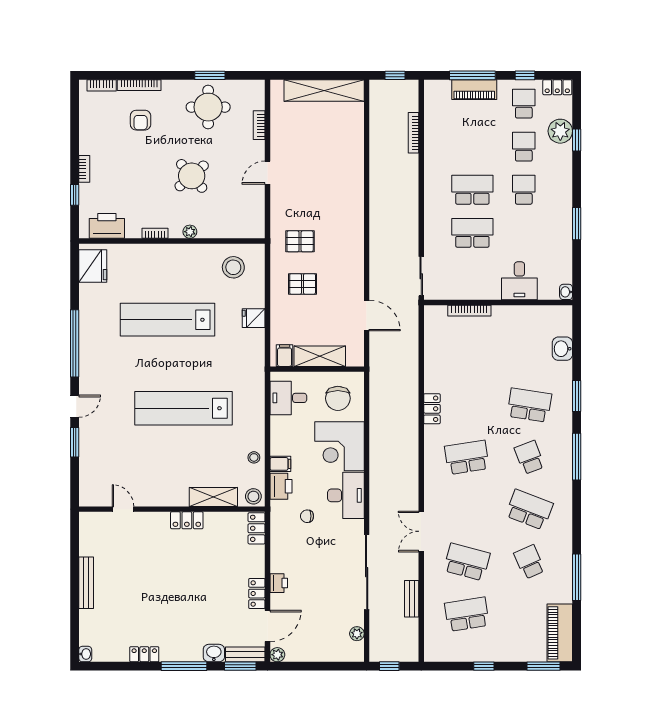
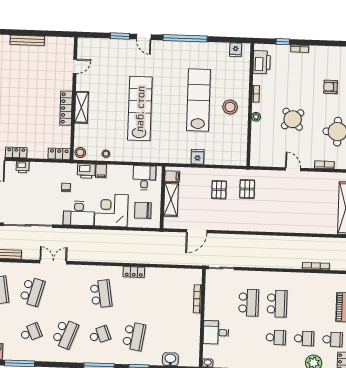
fridge: (93, 266) -> (236, 50), width x0.53, depth x0.75
stool: (233, 267) -> (230, 107), moved
shelving: (213, 497) -> (81, 107), moved
locker: (187, 520) -> (66, 108), width x1.53

